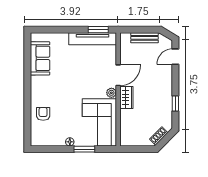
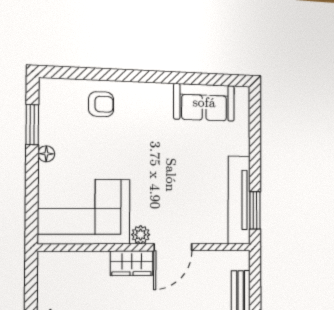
door: (118, 75) -> (173, 247), hinge flipped
window: (84, 149) -> (32, 125), moved

